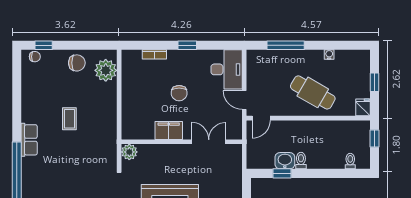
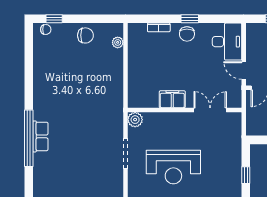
plant: (106, 70) -> (118, 42), width x0.53, depth x0.53
chair: (179, 93) -> (187, 34), moved
coffee table: (69, 119) -> (78, 88), removed
row of seats: (29, 140) -> (40, 136), moved

